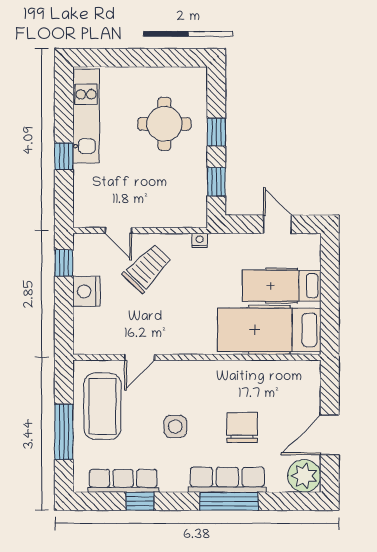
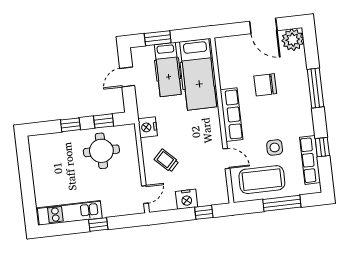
round table: (164, 124) -> (101, 151), moved
door: (118, 231) -> (145, 194), moved
nightstand: (199, 240) -> (148, 127), width x1.89, depth x1.79
window: (64, 263) -> (204, 212), moved
trolley: (147, 268) -> (166, 161), width x0.73, depth x0.72
window: (330, 276) -> (158, 38), added
side table: (175, 426) -> (275, 147), moved
row of seats: (227, 480) -> (232, 115), moved, turned 180

